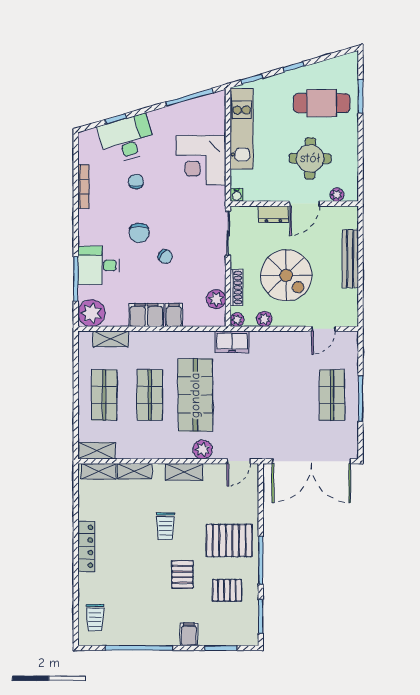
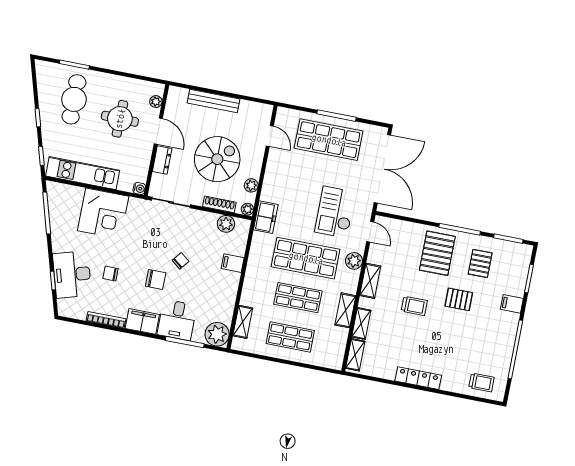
filing cabinet: (146, 315) -> (142, 321), moved, turned 90
shop shelf: (332, 395) -> (329, 140), width x1.43, depth x1.36
checkout: (253, 418) -> (335, 212), added
shelving: (97, 451) -> (345, 310), moved

